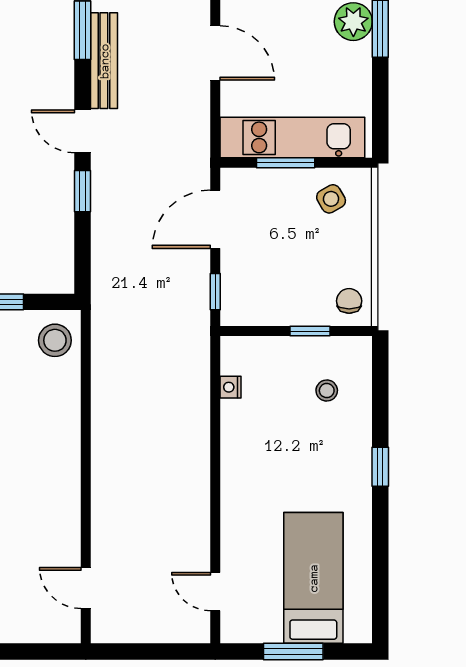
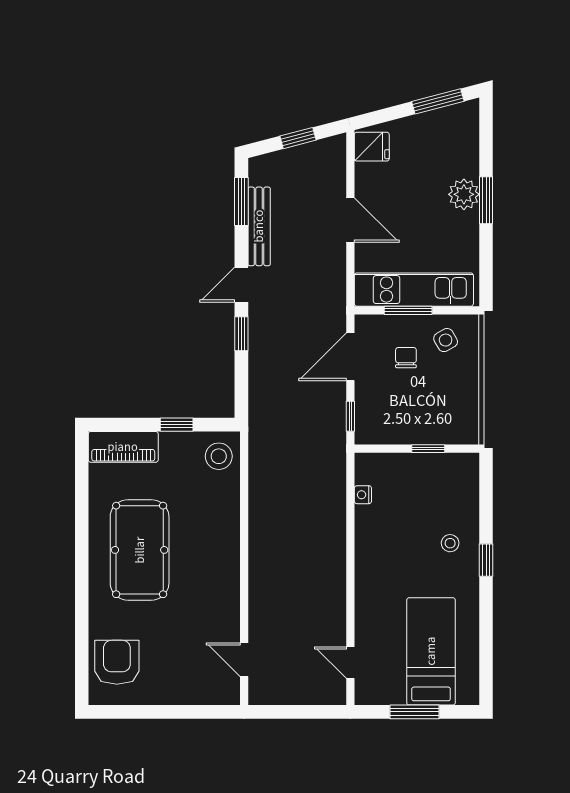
door: (82, 131) -> (241, 285), hinge flipped
chair: (349, 301) -> (406, 358), moved
stool: (327, 391) -> (450, 543), moved

